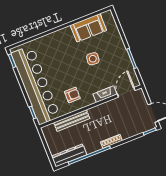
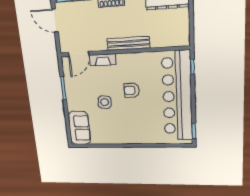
sofa: (88, 28) -> (79, 128), moved, turned 90
armchair: (72, 95) -> (132, 90), moved
bench: (72, 121) -> (128, 43), moved

